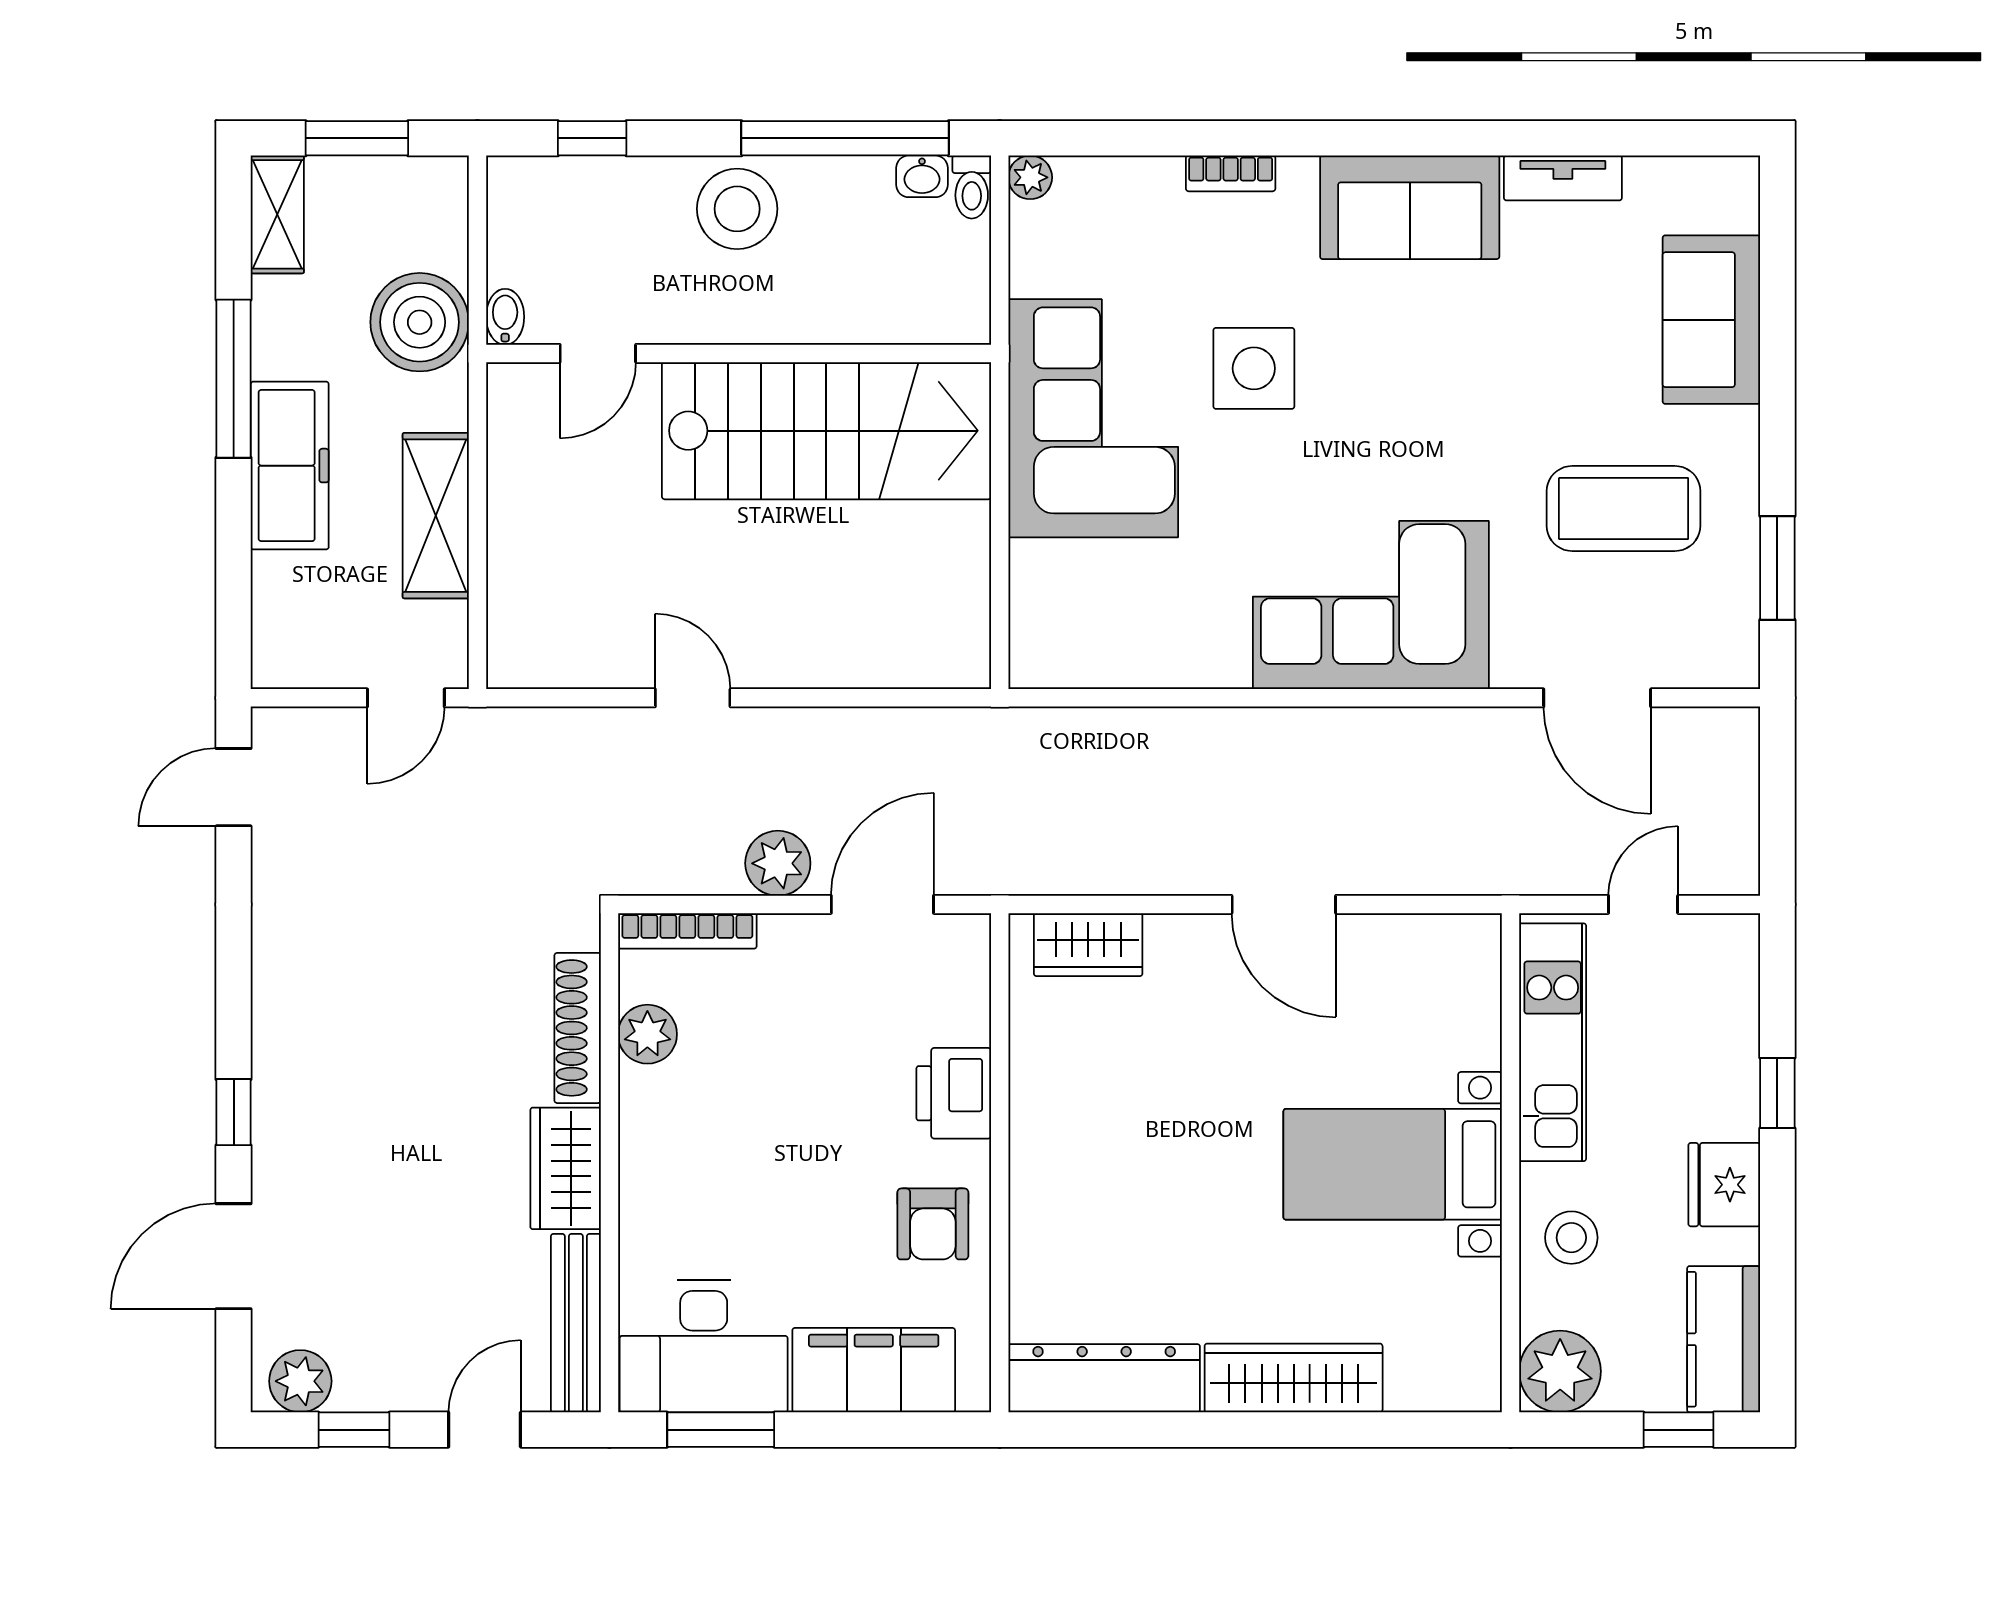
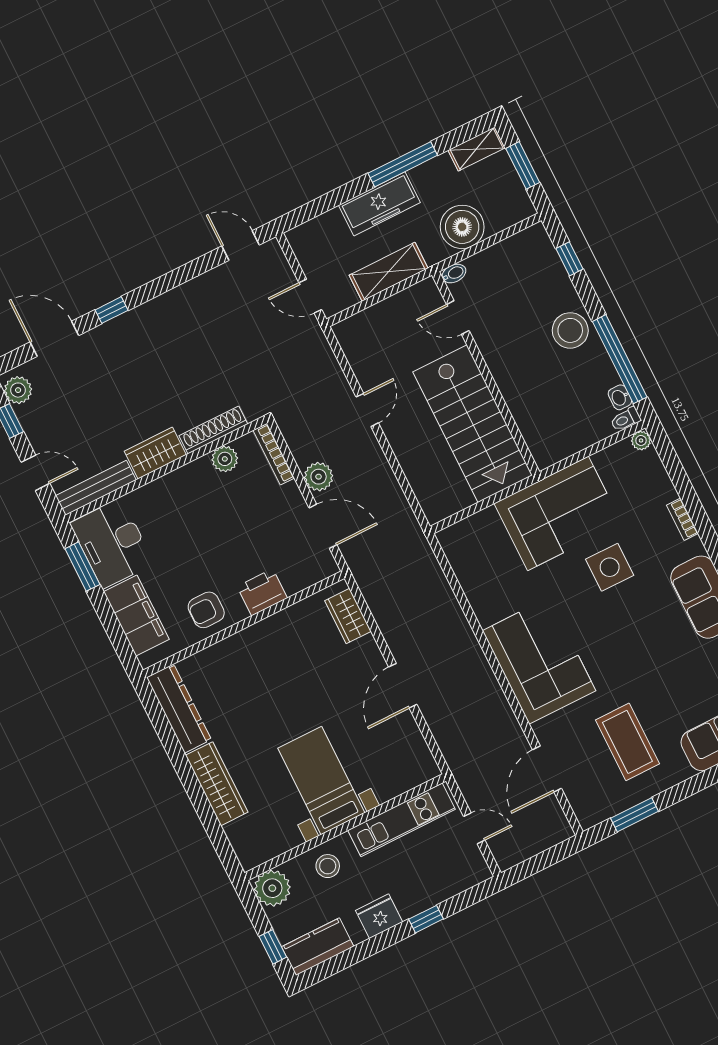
bidet: (505, 317) -> (454, 273), moved
door: (598, 353) -> (458, 318), moved
wall: (739, 353) -> (486, 373), moved
stairs: (826, 431) -> (473, 424), moved

